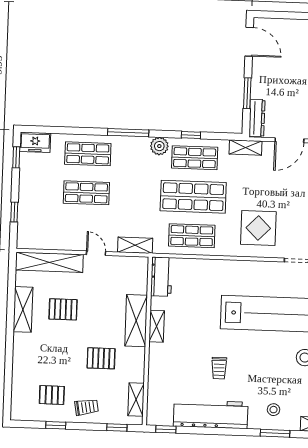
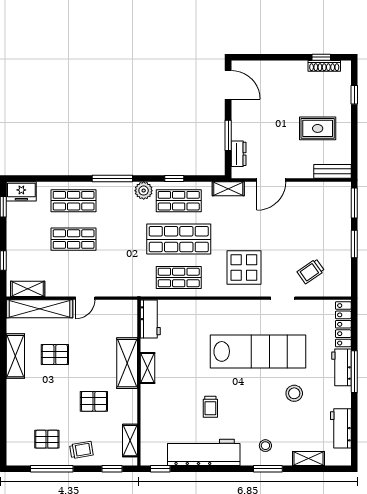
dresser: (257, 118) -> (239, 154), width x0.70
shelving: (135, 245) -> (28, 289), moved
door: (96, 253) -> (85, 298), swing flipped
window: (56, 425) -> (52, 469), width x2.17

